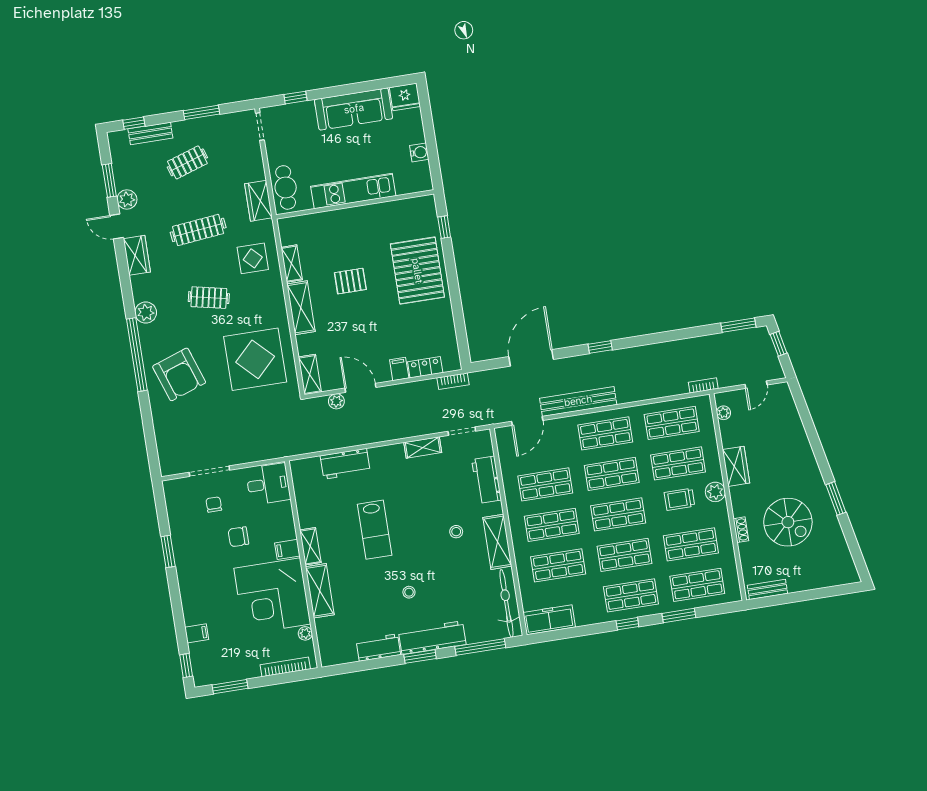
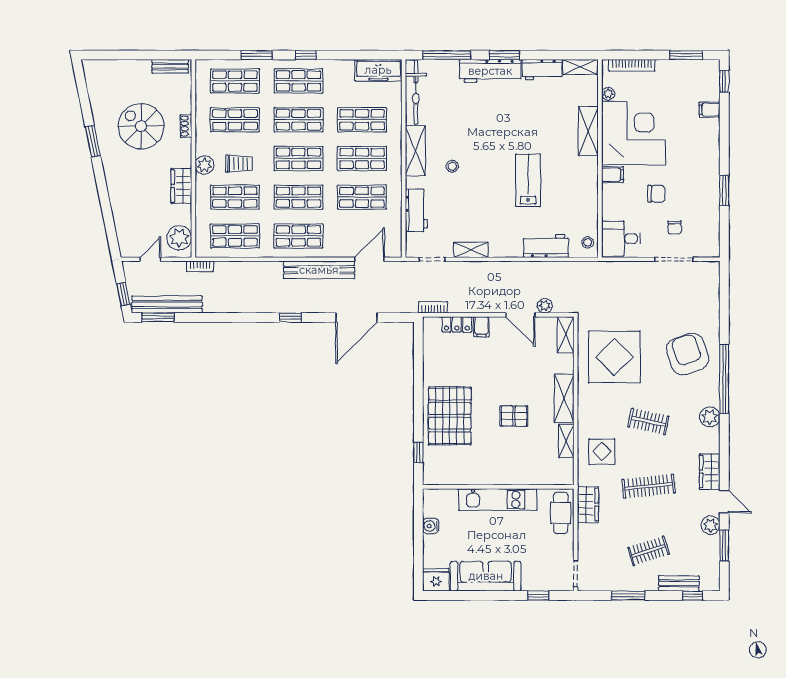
bench: (731, 340) -> (167, 304), added
plant: (724, 413) -> (179, 238), width x1.87, depth x1.87
shelving: (310, 546) -> (580, 67), moved, turned 90
stool: (409, 592) -> (588, 242), moved

